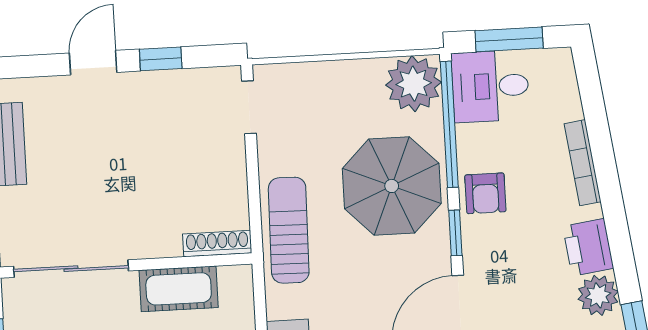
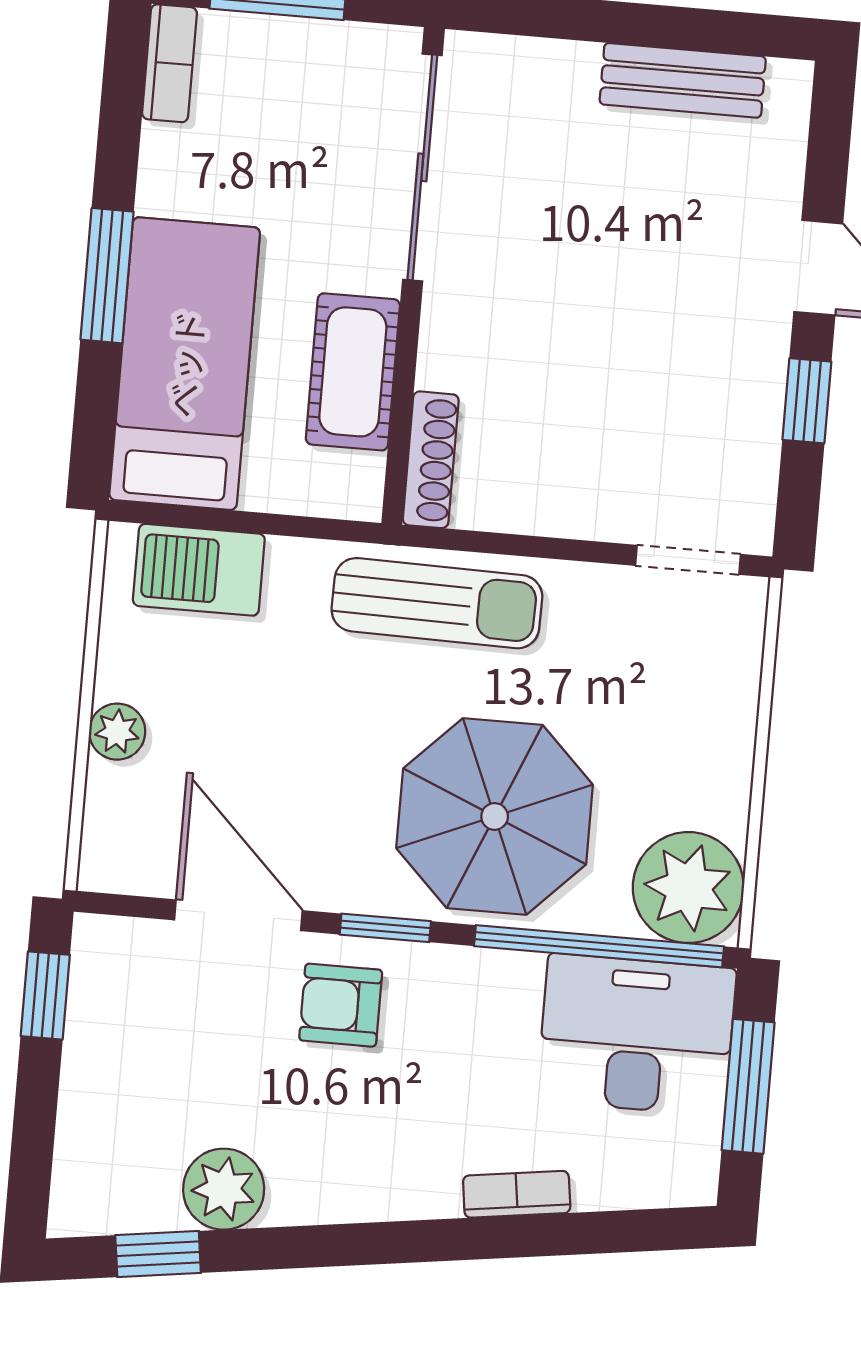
desk: (490, 86) -> (636, 1035), width x1.37
bookcase: (583, 163) -> (517, 1194), width x0.64
armchair: (485, 193) -> (341, 1005), moved
printer: (588, 247) -> (320, 1183), removed

